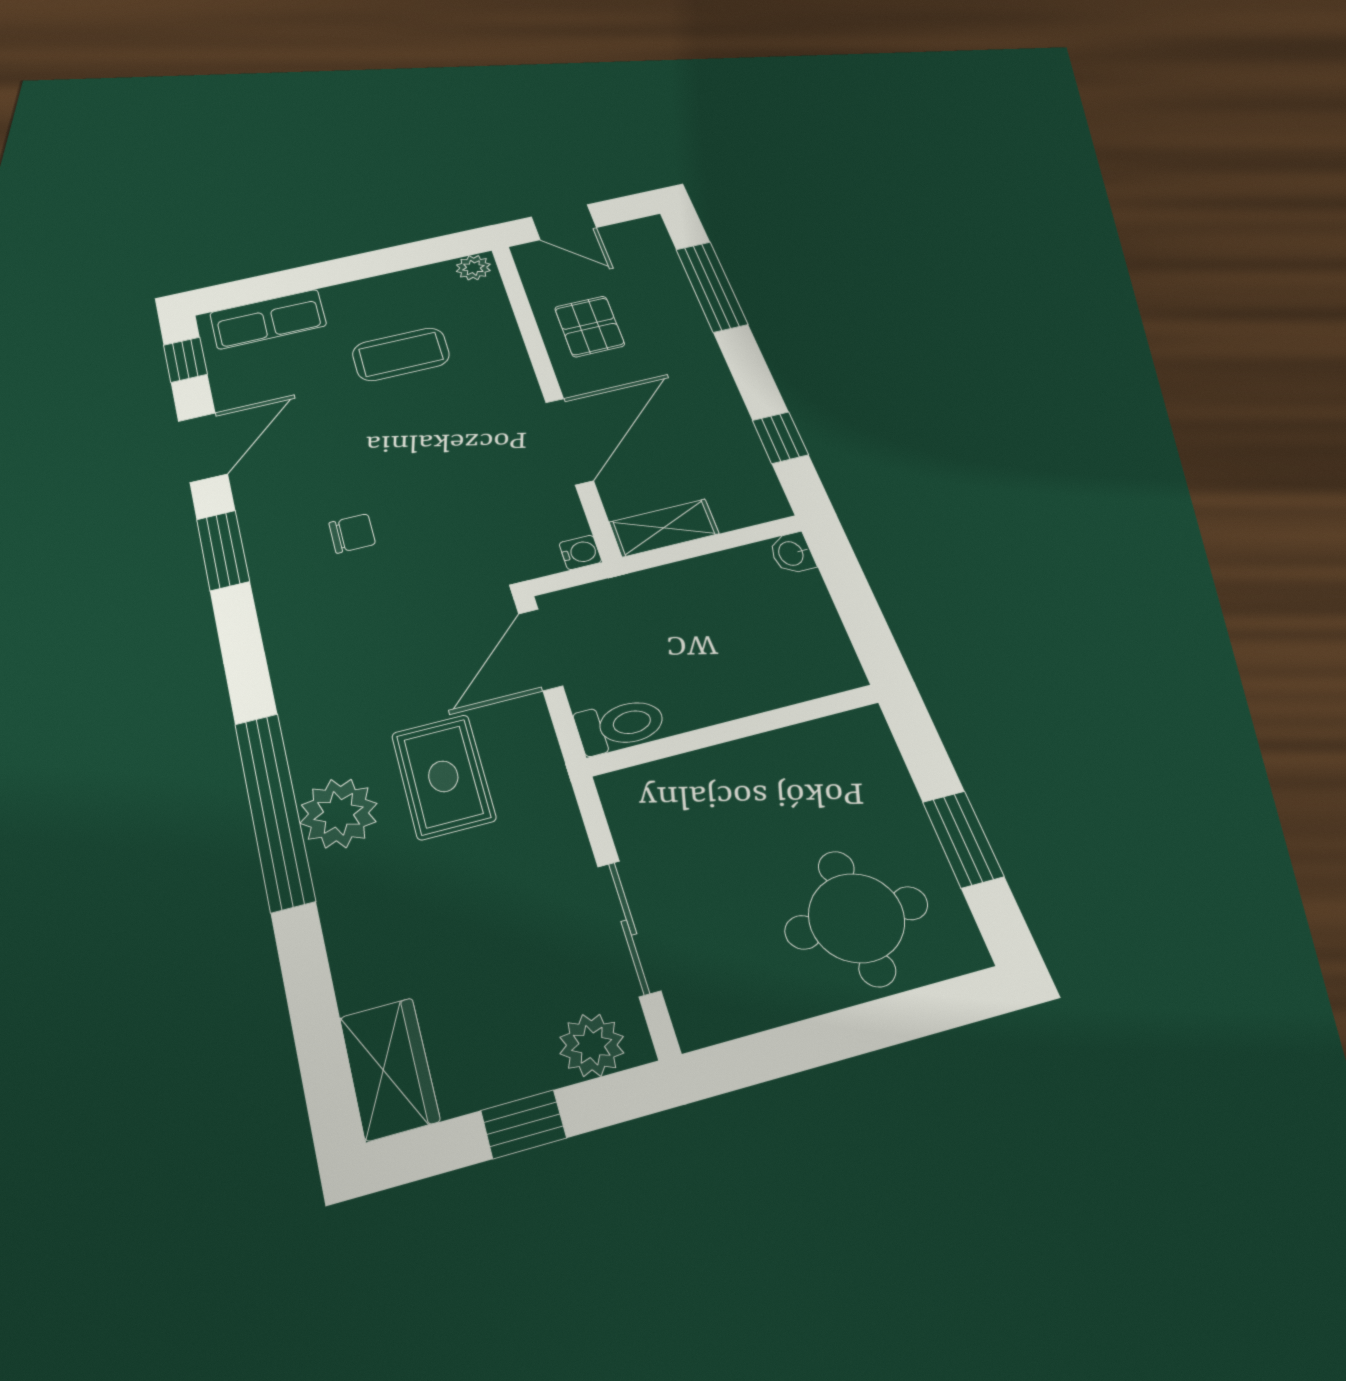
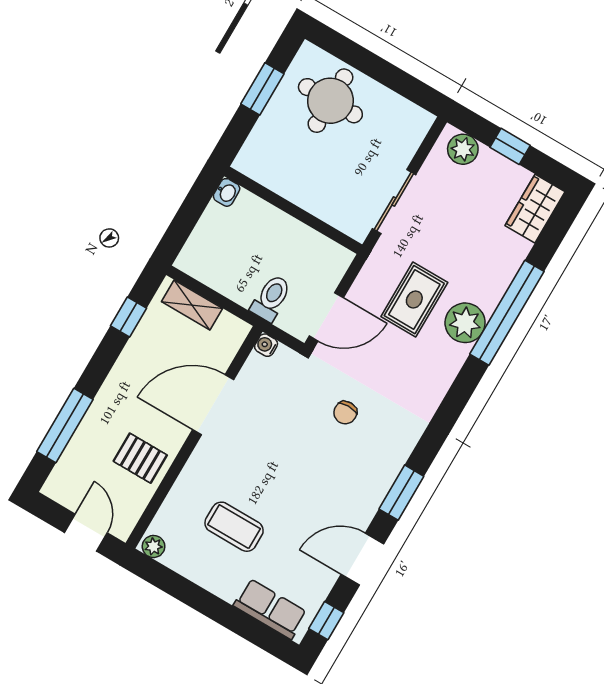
pallet: (589, 326) -> (140, 458), turned 90
shelving: (664, 528) -> (192, 305), moved
chair: (352, 533) -> (345, 413), moved, turned -90
washbasin: (792, 553) -> (227, 192), moved
toilet: (620, 725) -> (271, 298), moved, turned 90
window: (274, 810) -> (507, 313), moved
sliding door: (629, 928) -> (394, 202), moved

